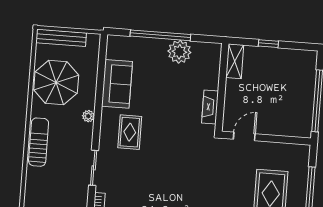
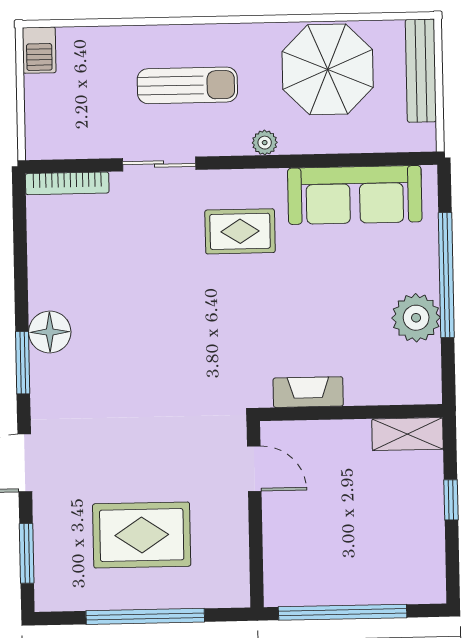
sofa: (117, 84) -> (355, 195), width x1.36
sun lounger: (39, 142) -> (187, 85), moved

